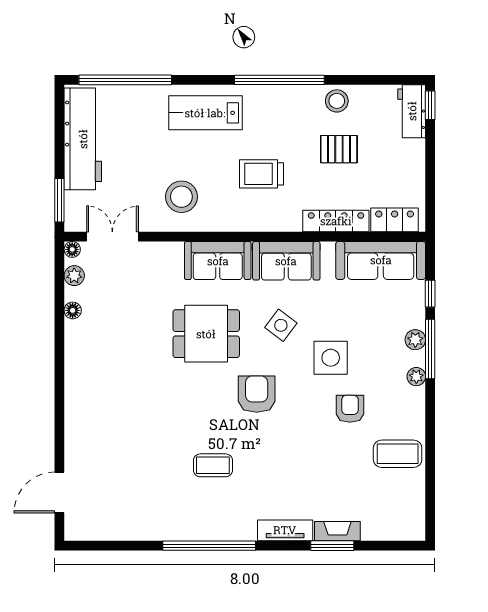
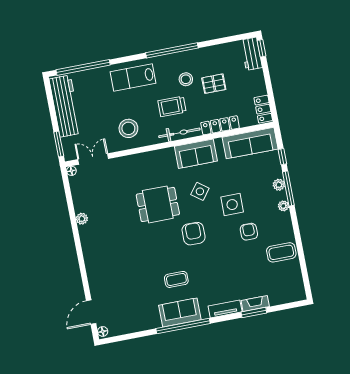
stool: (337, 101) -> (186, 79), moved
locker: (395, 220) -> (263, 109), moved, turned -90
bicycle: (265, 221) -> (179, 133), added
sofa: (218, 261) -> (180, 312), moved, turned 180
plant: (74, 276) -> (82, 219), moved
floor lamp: (73, 310) -> (103, 331), moved

